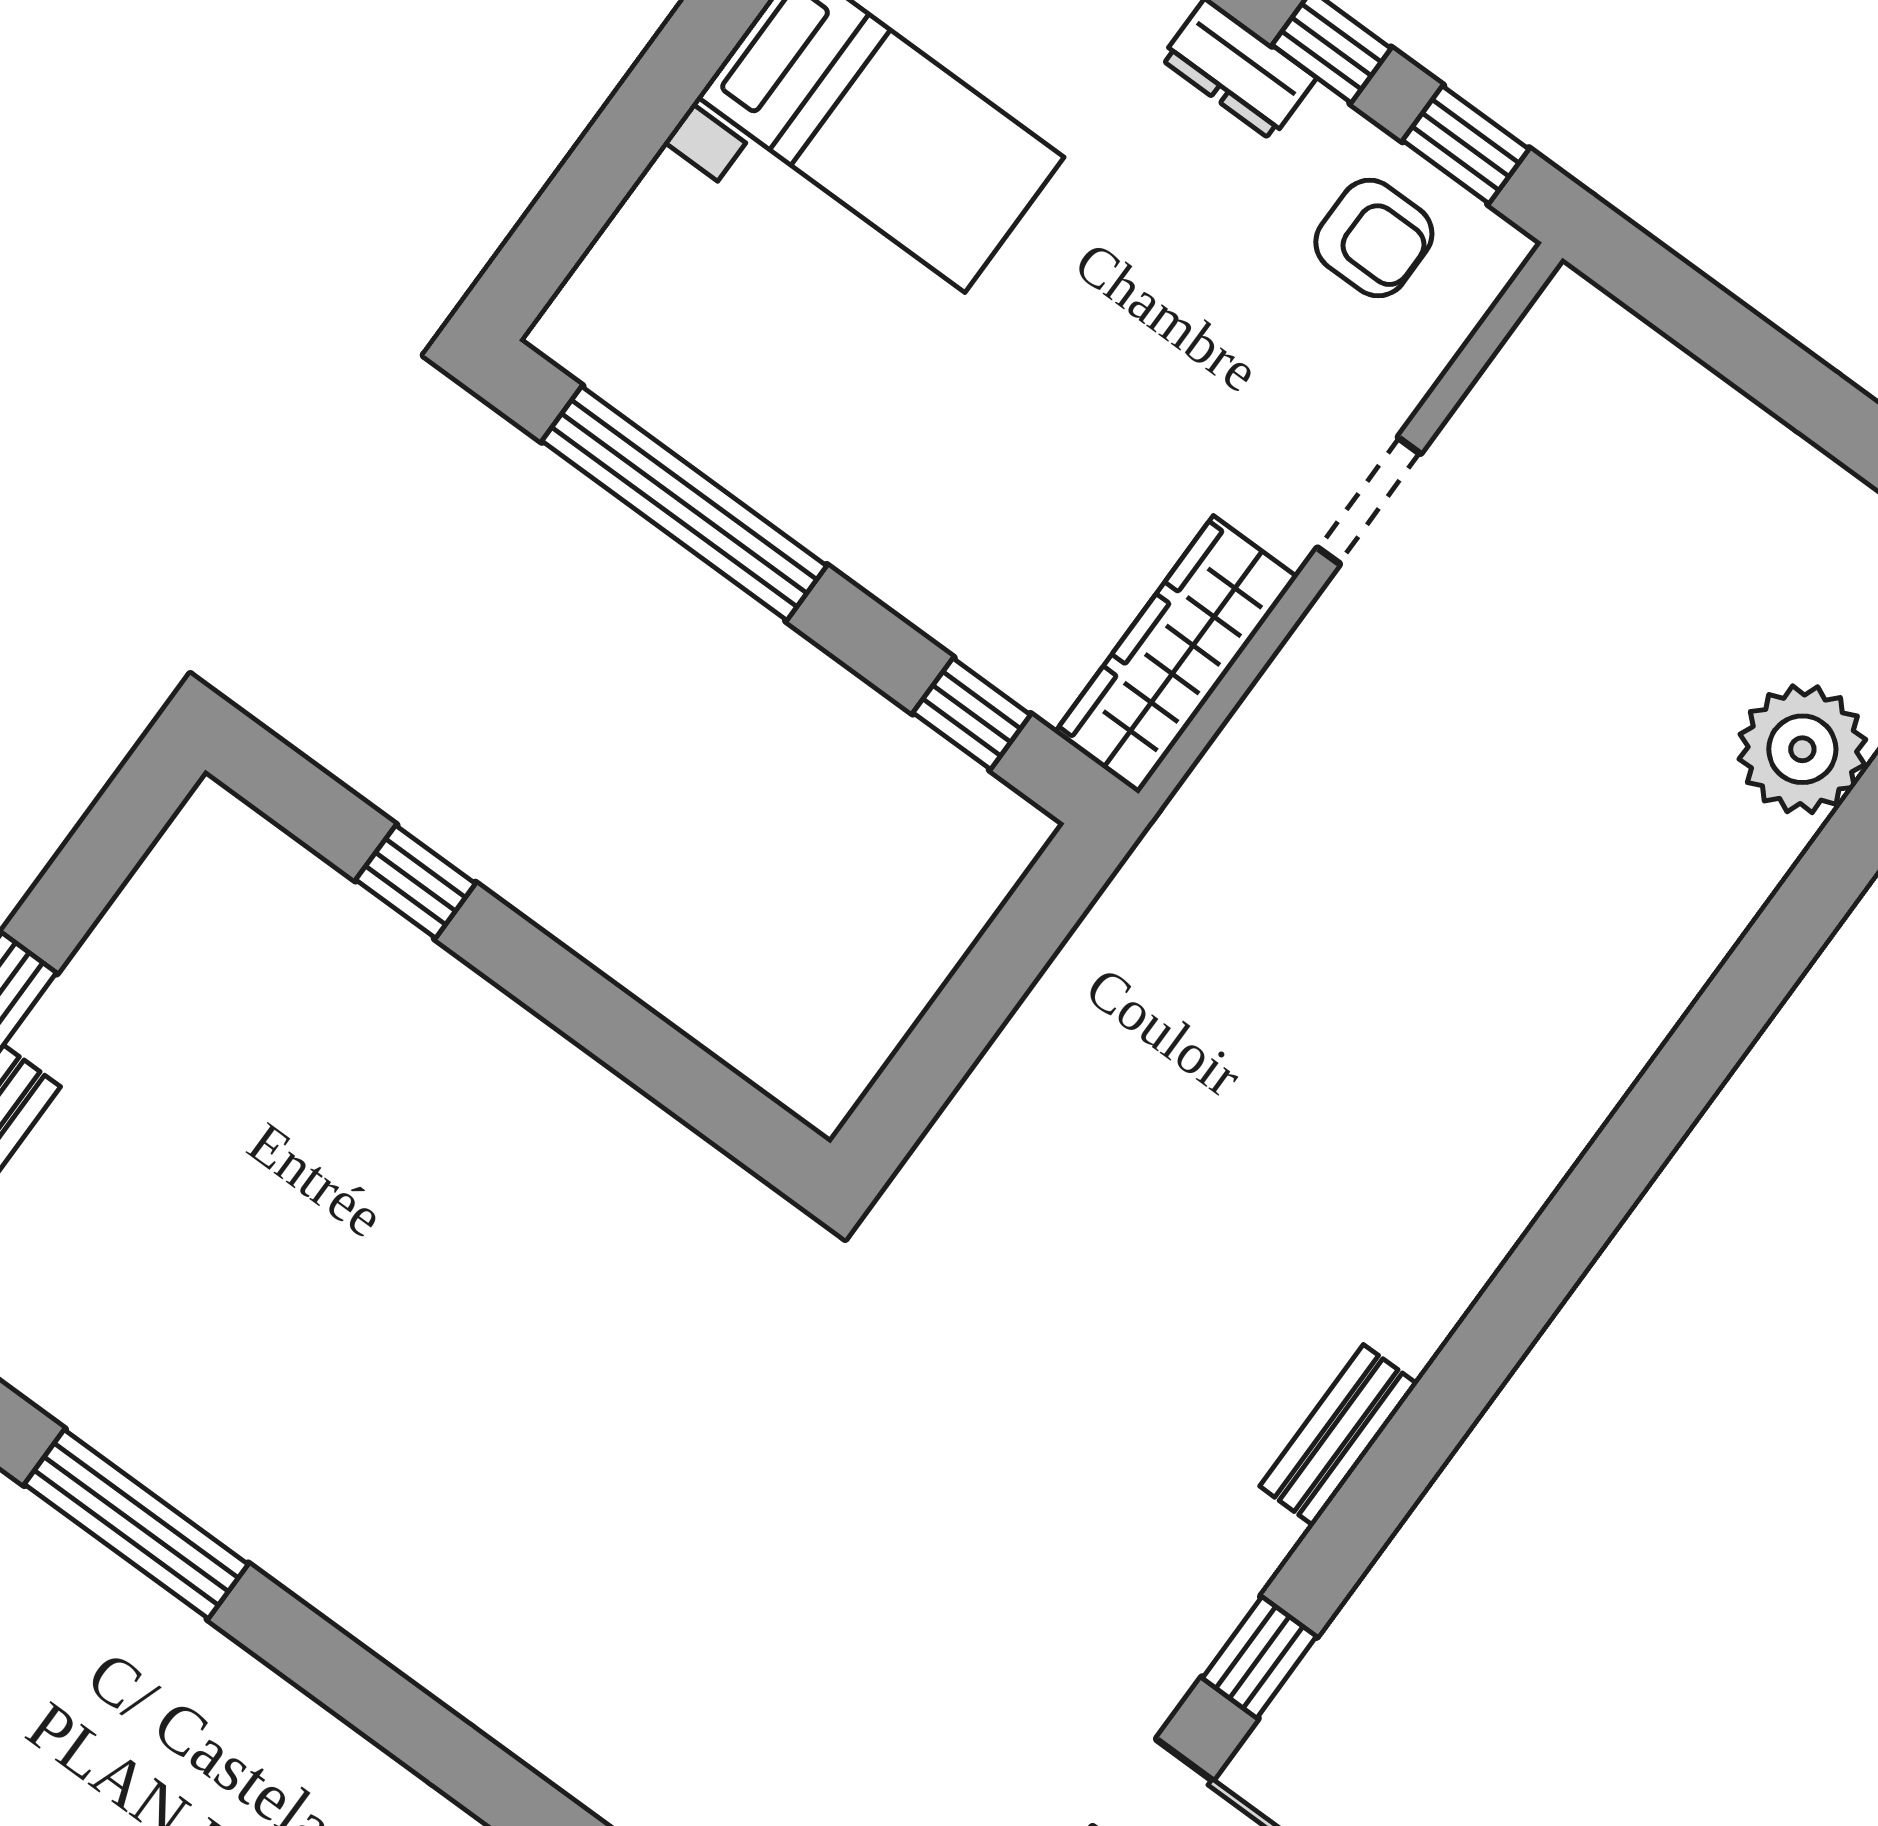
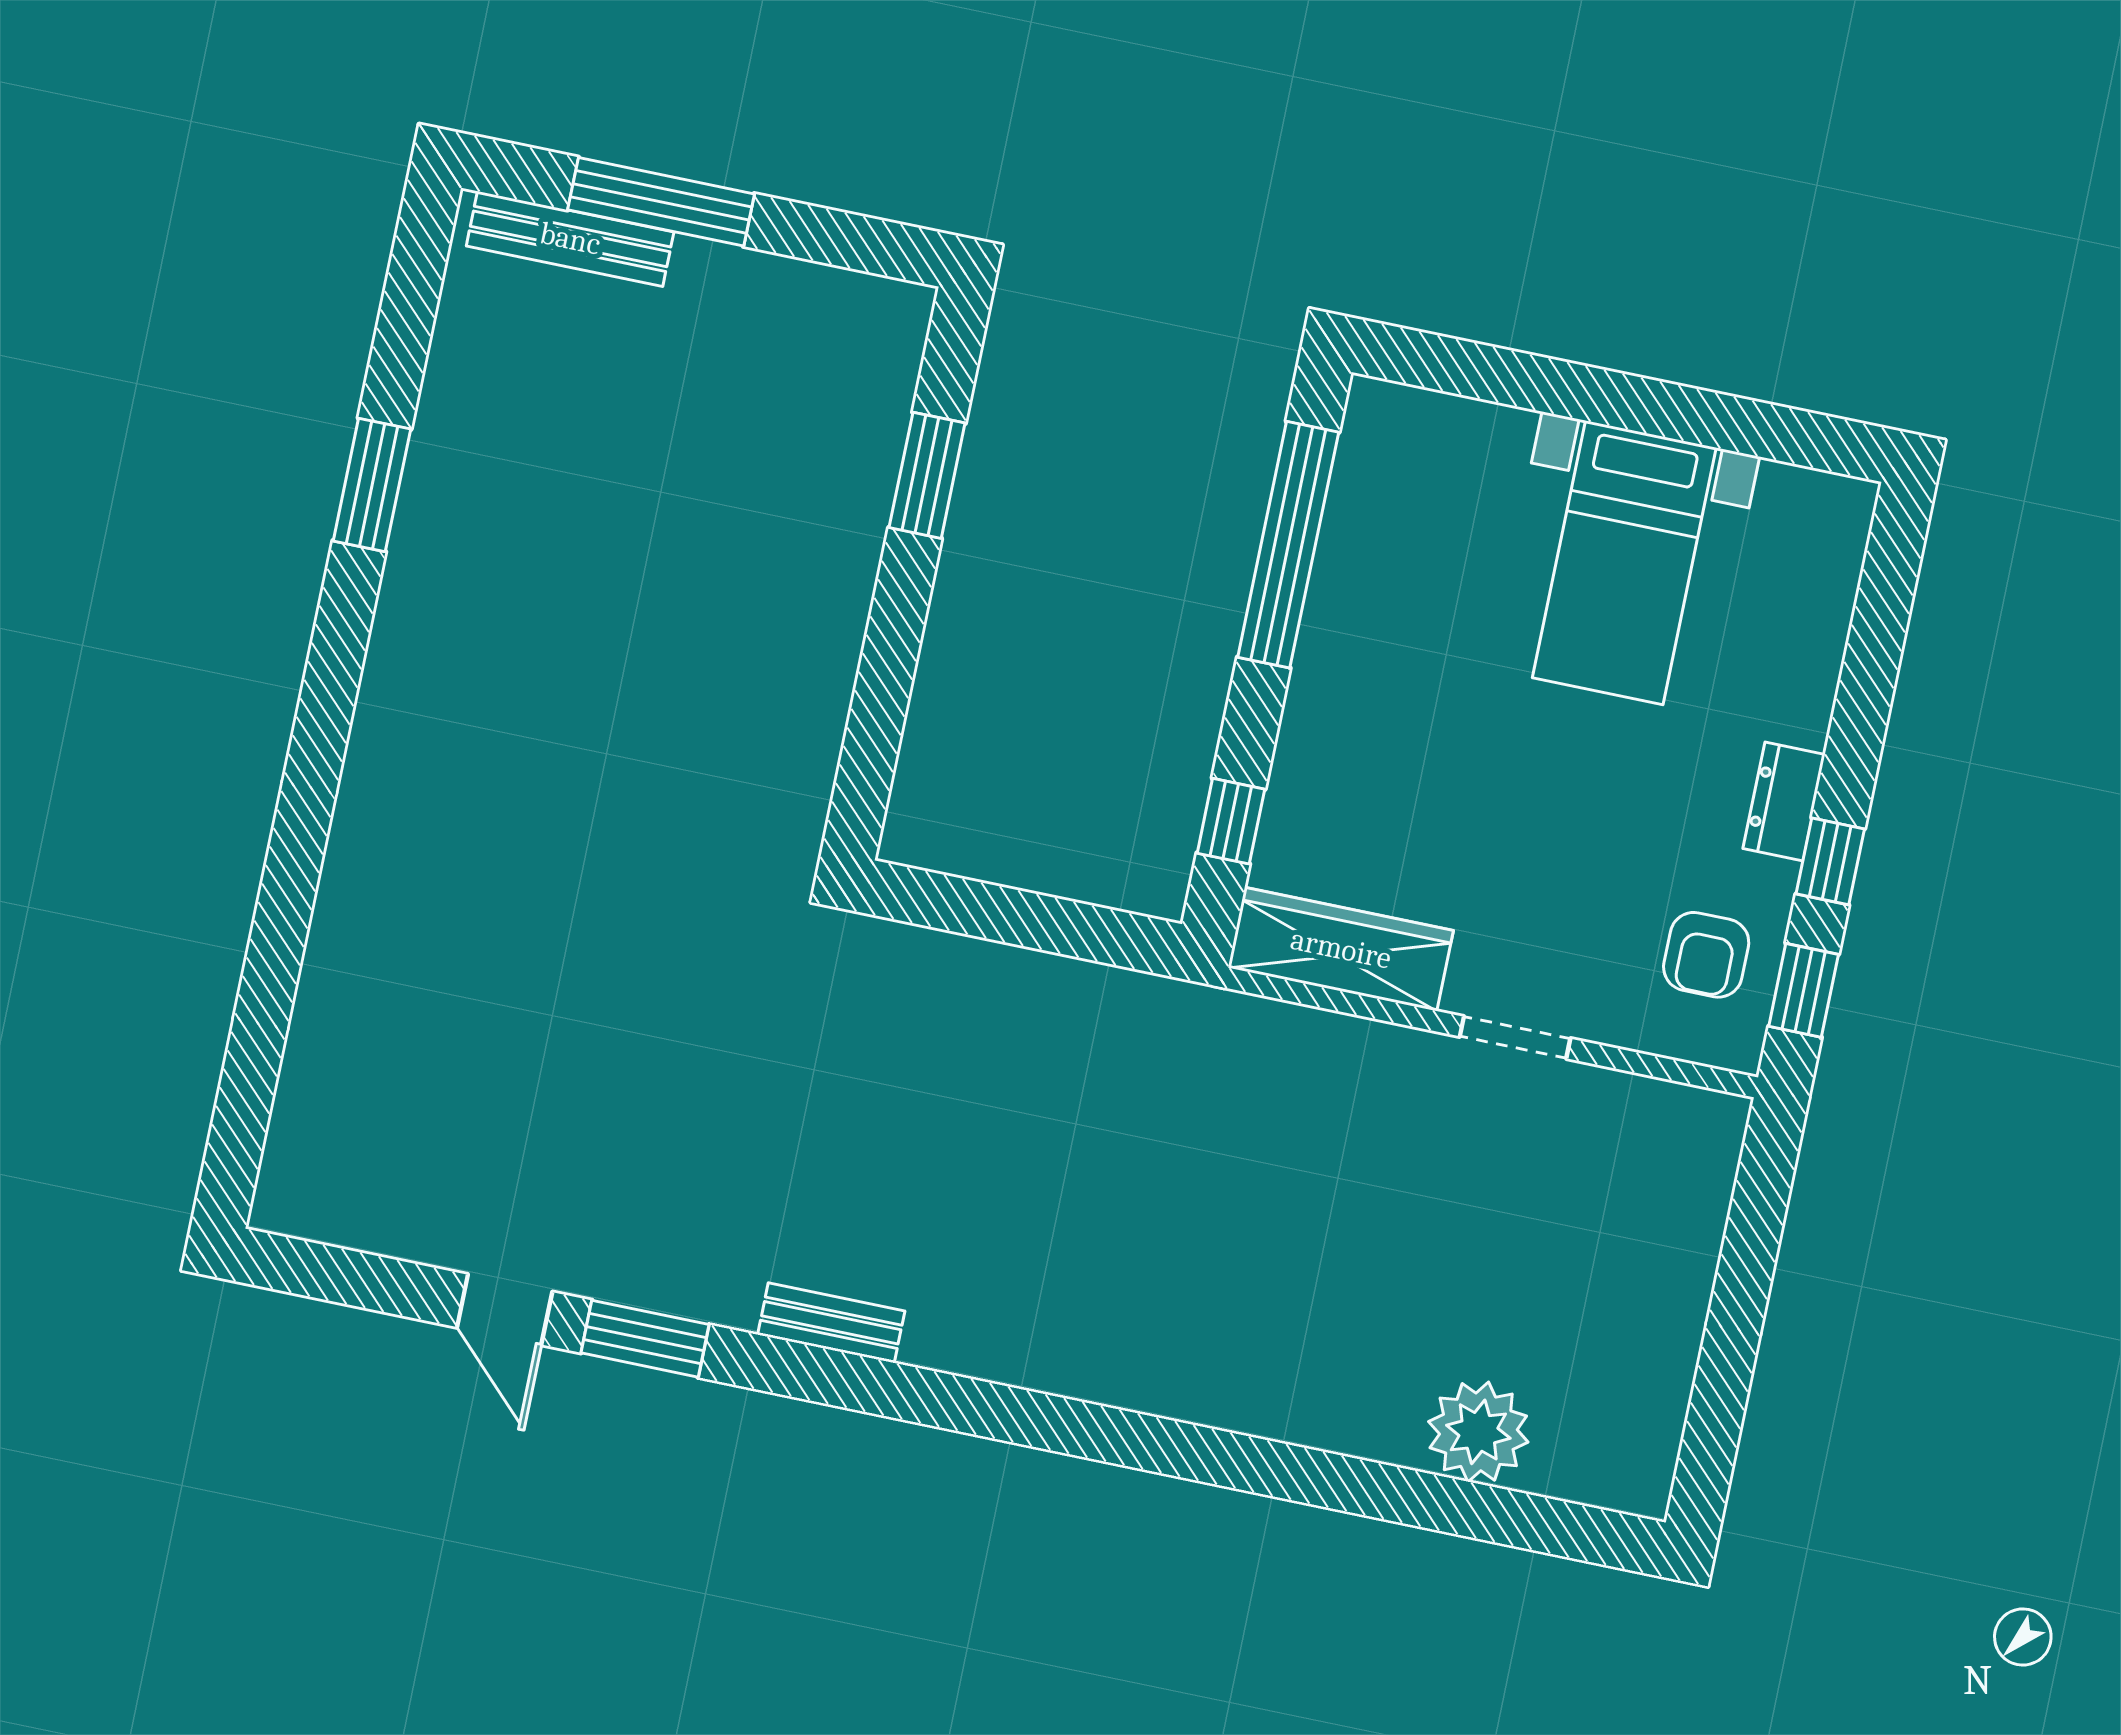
window: (416, 882) -> (927, 475), width x1.50
window: (136, 1524) -> (372, 485), width x0.69
window: (1259, 1657) -> (645, 1339), width x1.50

